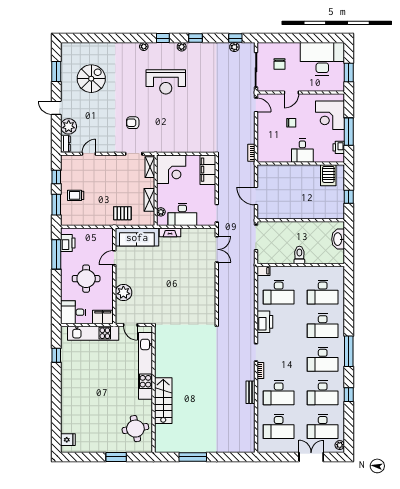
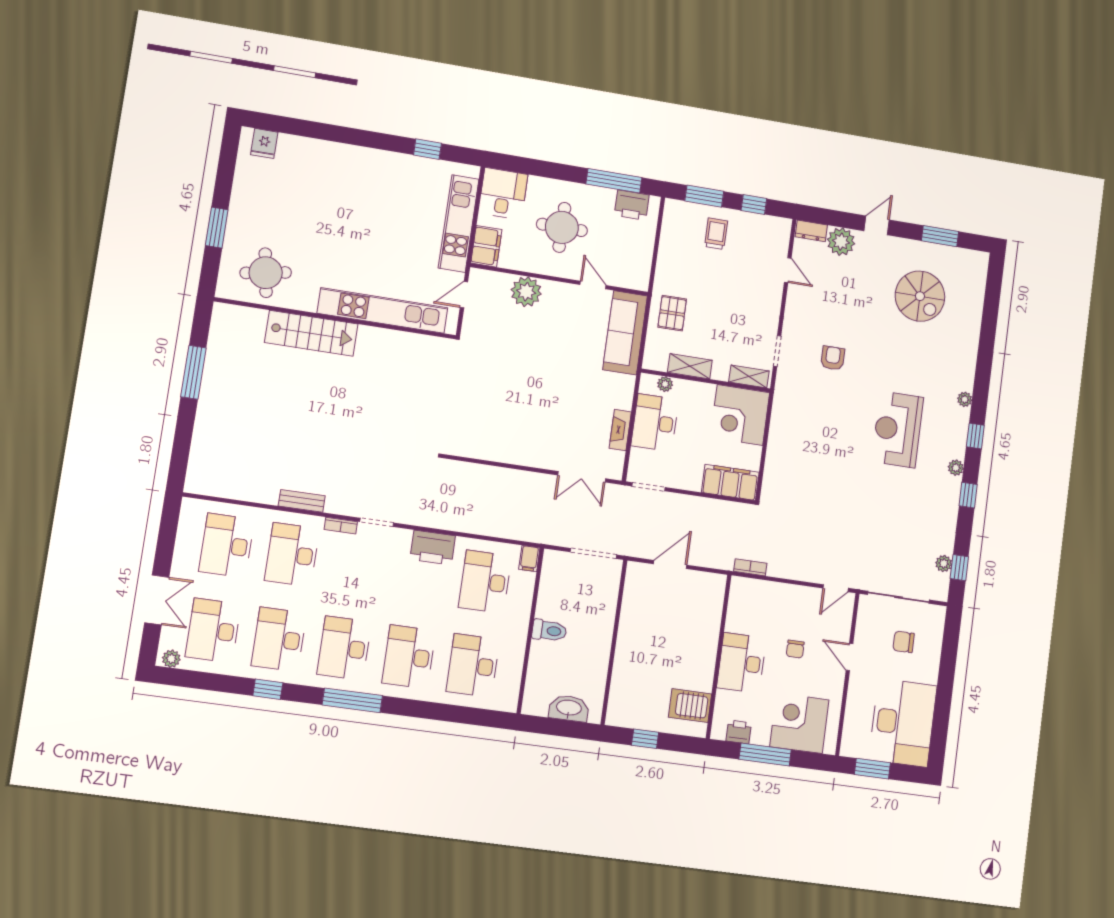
desk: (302, 151) -> (742, 663), width x1.37
fireplace: (170, 232) -> (620, 430), moved

